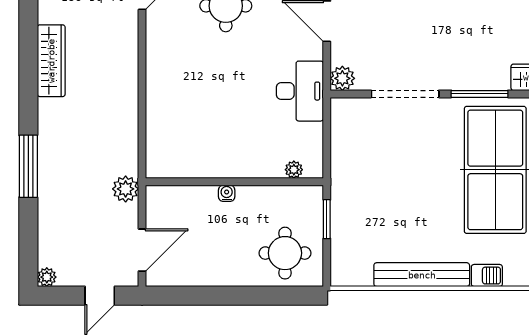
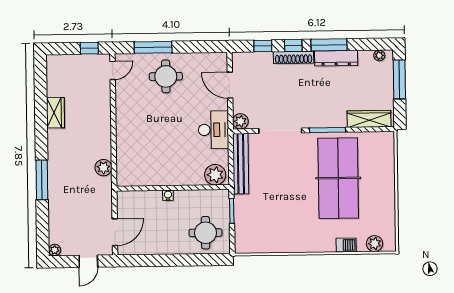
wardrobe: (51, 61) -> (55, 113), width x0.67
plant: (294, 170) -> (215, 175), width x1.88, depth x1.88
plant: (126, 189) -> (103, 168), moved
bench: (422, 275) -> (241, 164), moved, turned 90
barbecue: (487, 276) -> (346, 245), moved

